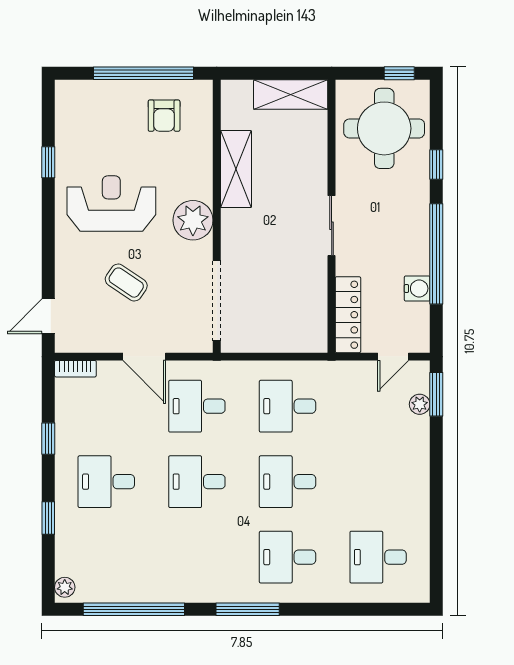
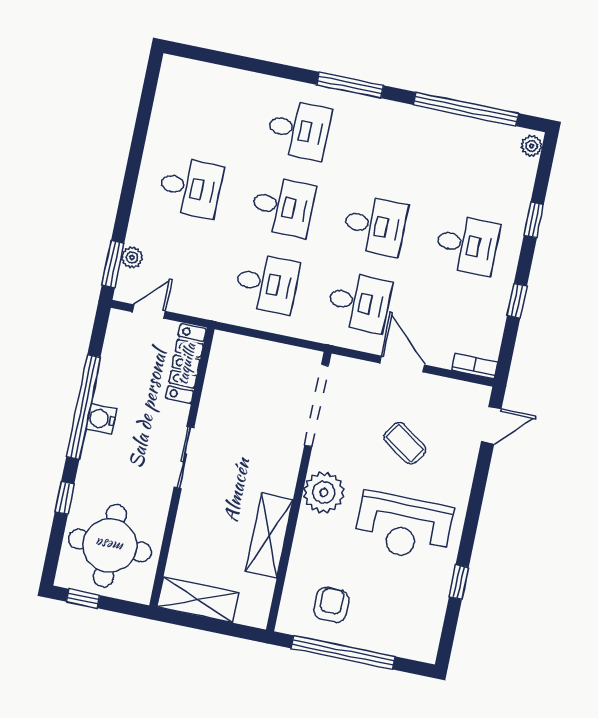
water cooler: (417, 288) -> (101, 419), moved
desk: (378, 557) -> (190, 187), moved

